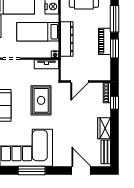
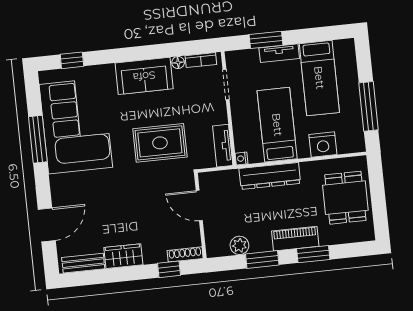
window: (114, 19) -> (313, 254), width x0.69
piano: (104, 41) -> (295, 239), moved
plant: (105, 61) -> (239, 245), added

